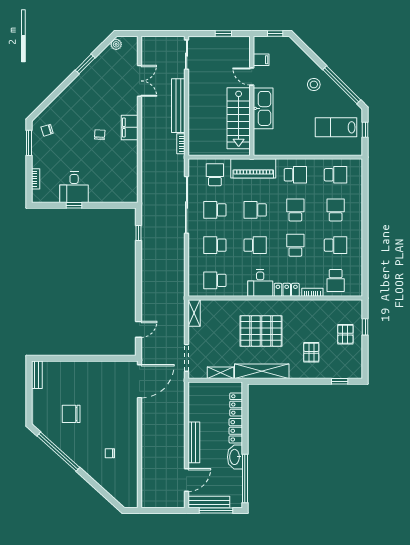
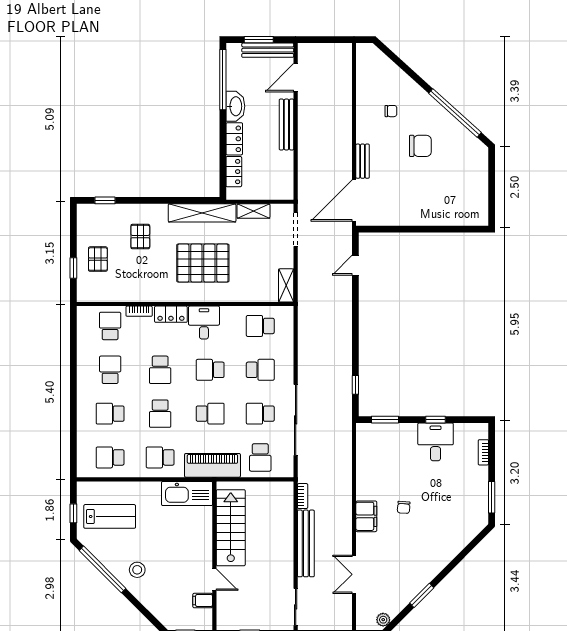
kitchen sink: (263, 108) -> (187, 494), moved, turned -90
chair: (47, 130) -> (469, 513), removed
window: (115, 205) -> (385, 420), added
school desk: (215, 210) -> (260, 414), turned 180
school desk: (336, 210) -> (110, 414), turned 90
school desk: (336, 245) -> (110, 370), turned 90
school desk: (215, 280) -> (260, 326), turned 180
bench: (37, 375) -> (363, 161), moved
chair: (71, 414) -> (420, 146), moved
window: (216, 510) -> (259, 40), width x0.69

